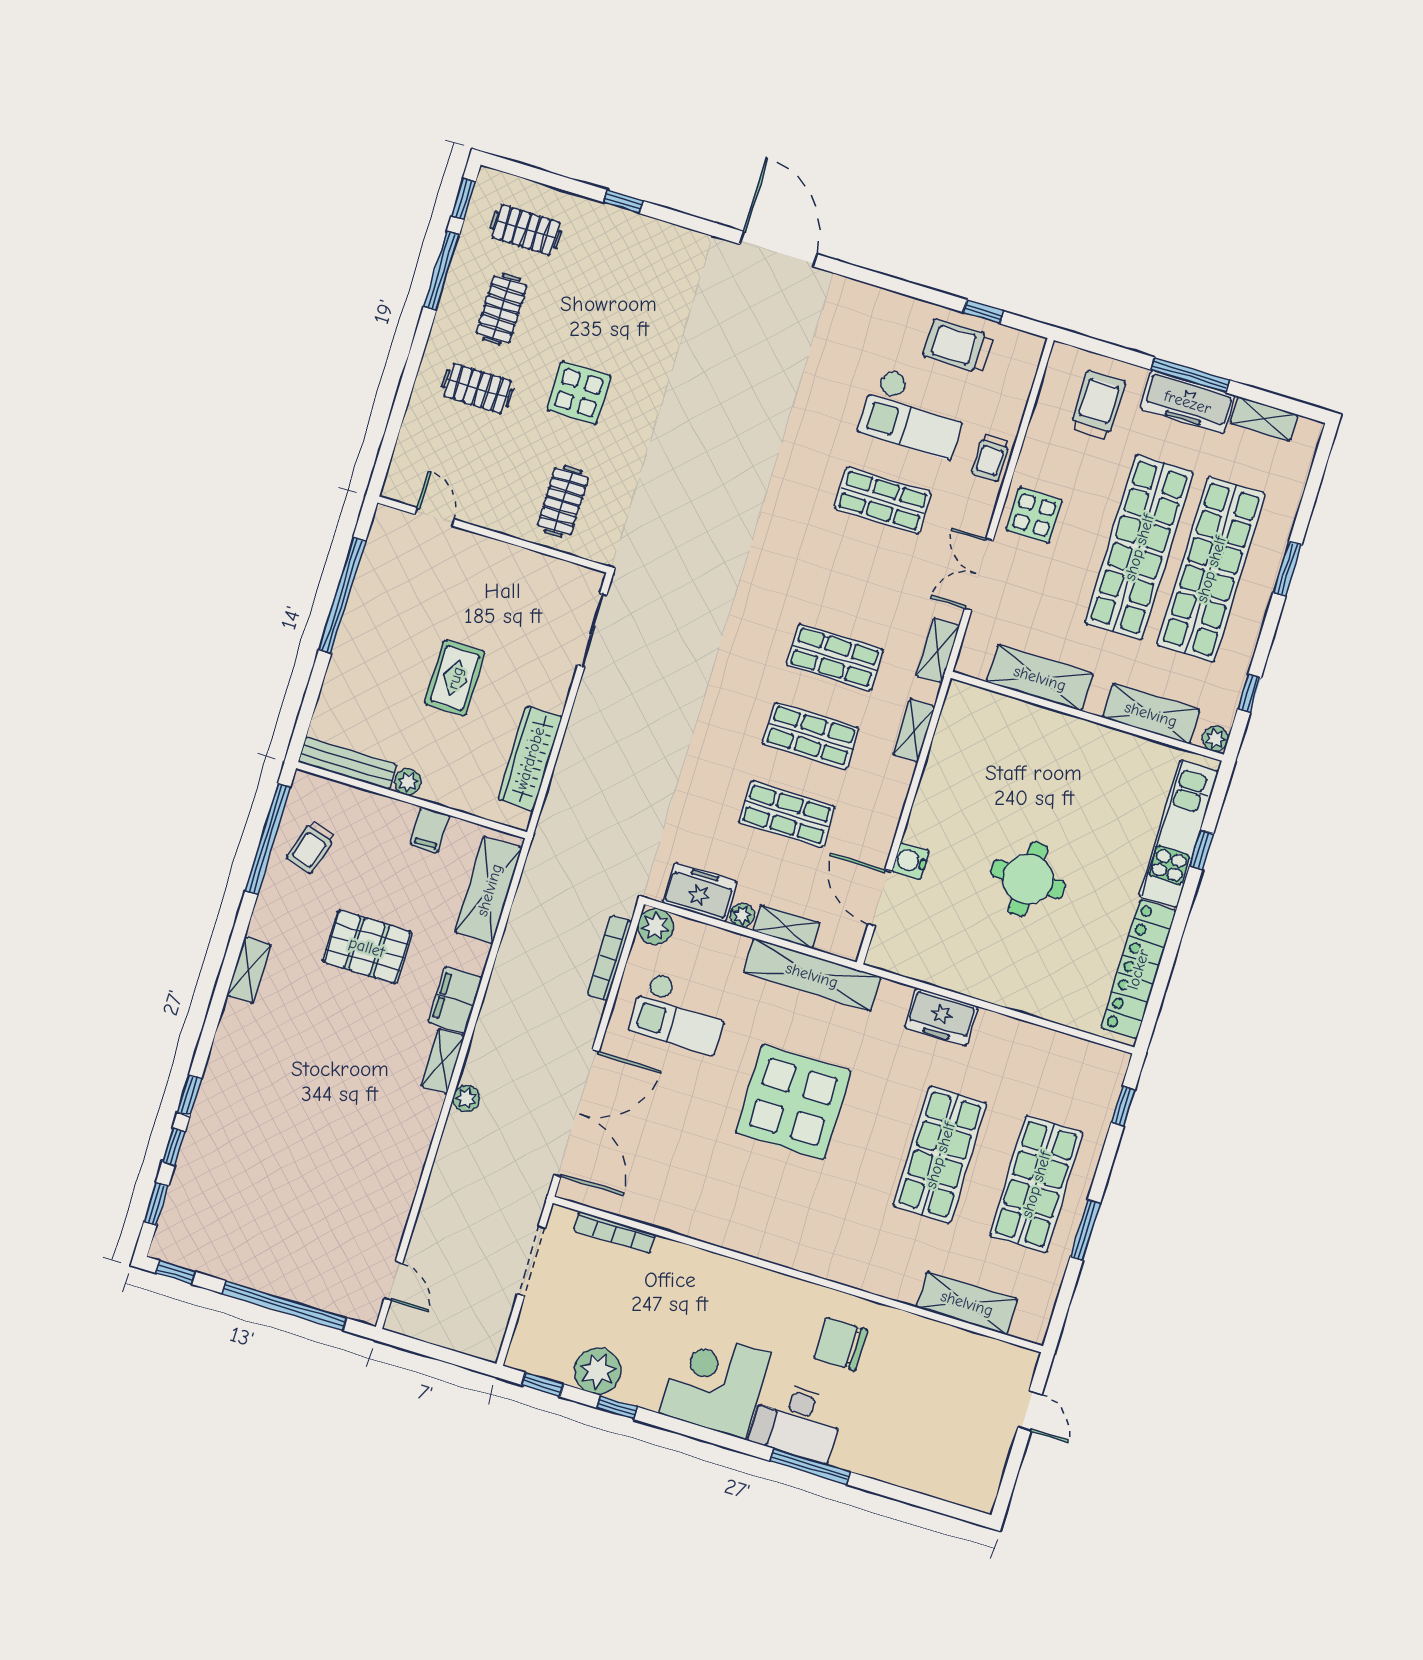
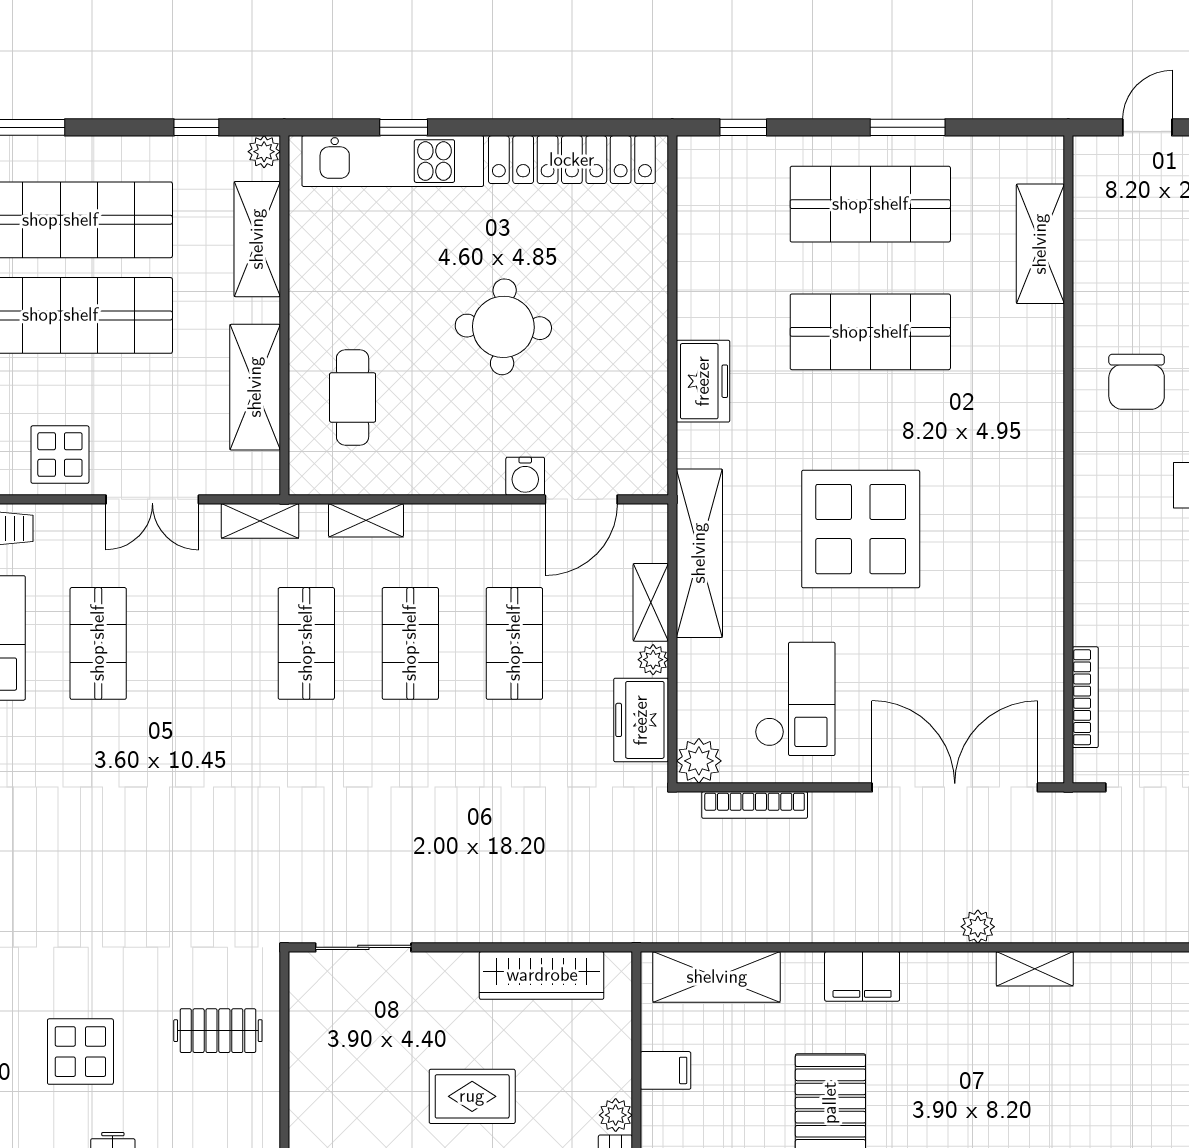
cafe table: (1010, 749) -> (353, 397), added
shelving: (443, 1061) -> (1035, 969), moved

